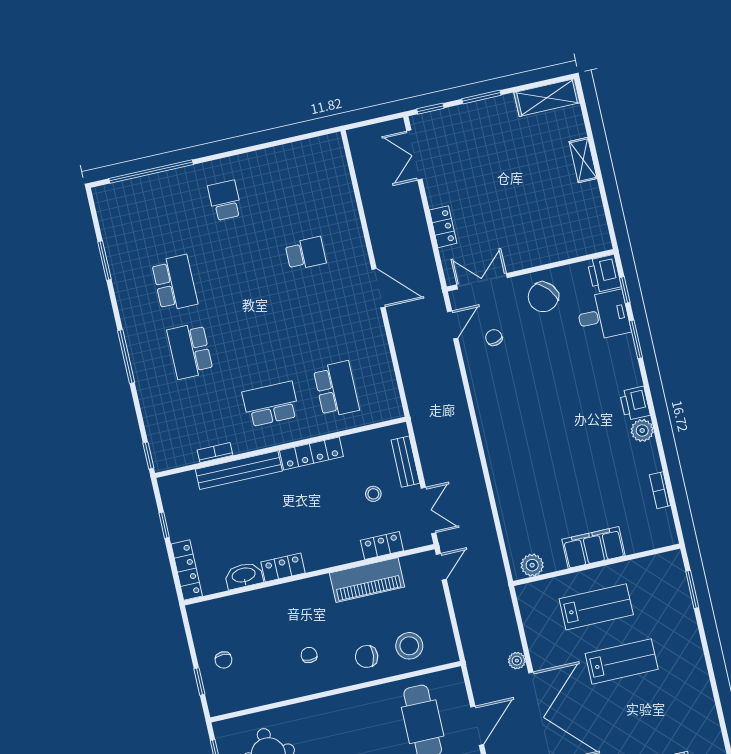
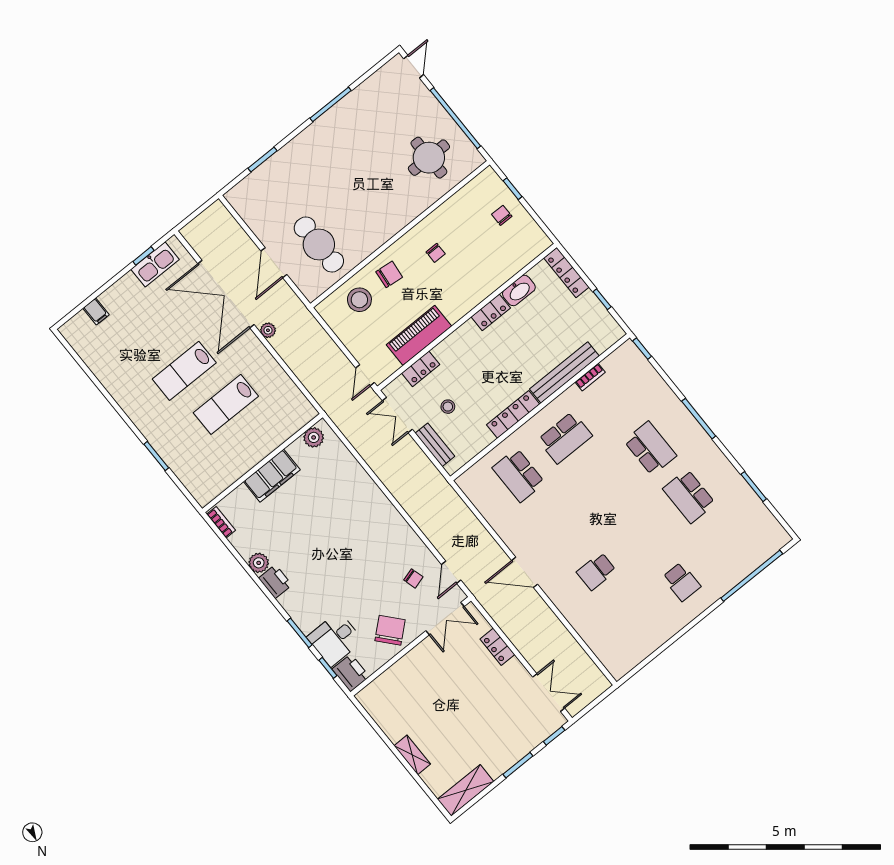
filing cabinet: (593, 548) -> (272, 476), moved
plant: (532, 565) -> (314, 437), moved
wall: (597, 565) -> (262, 463), moved

